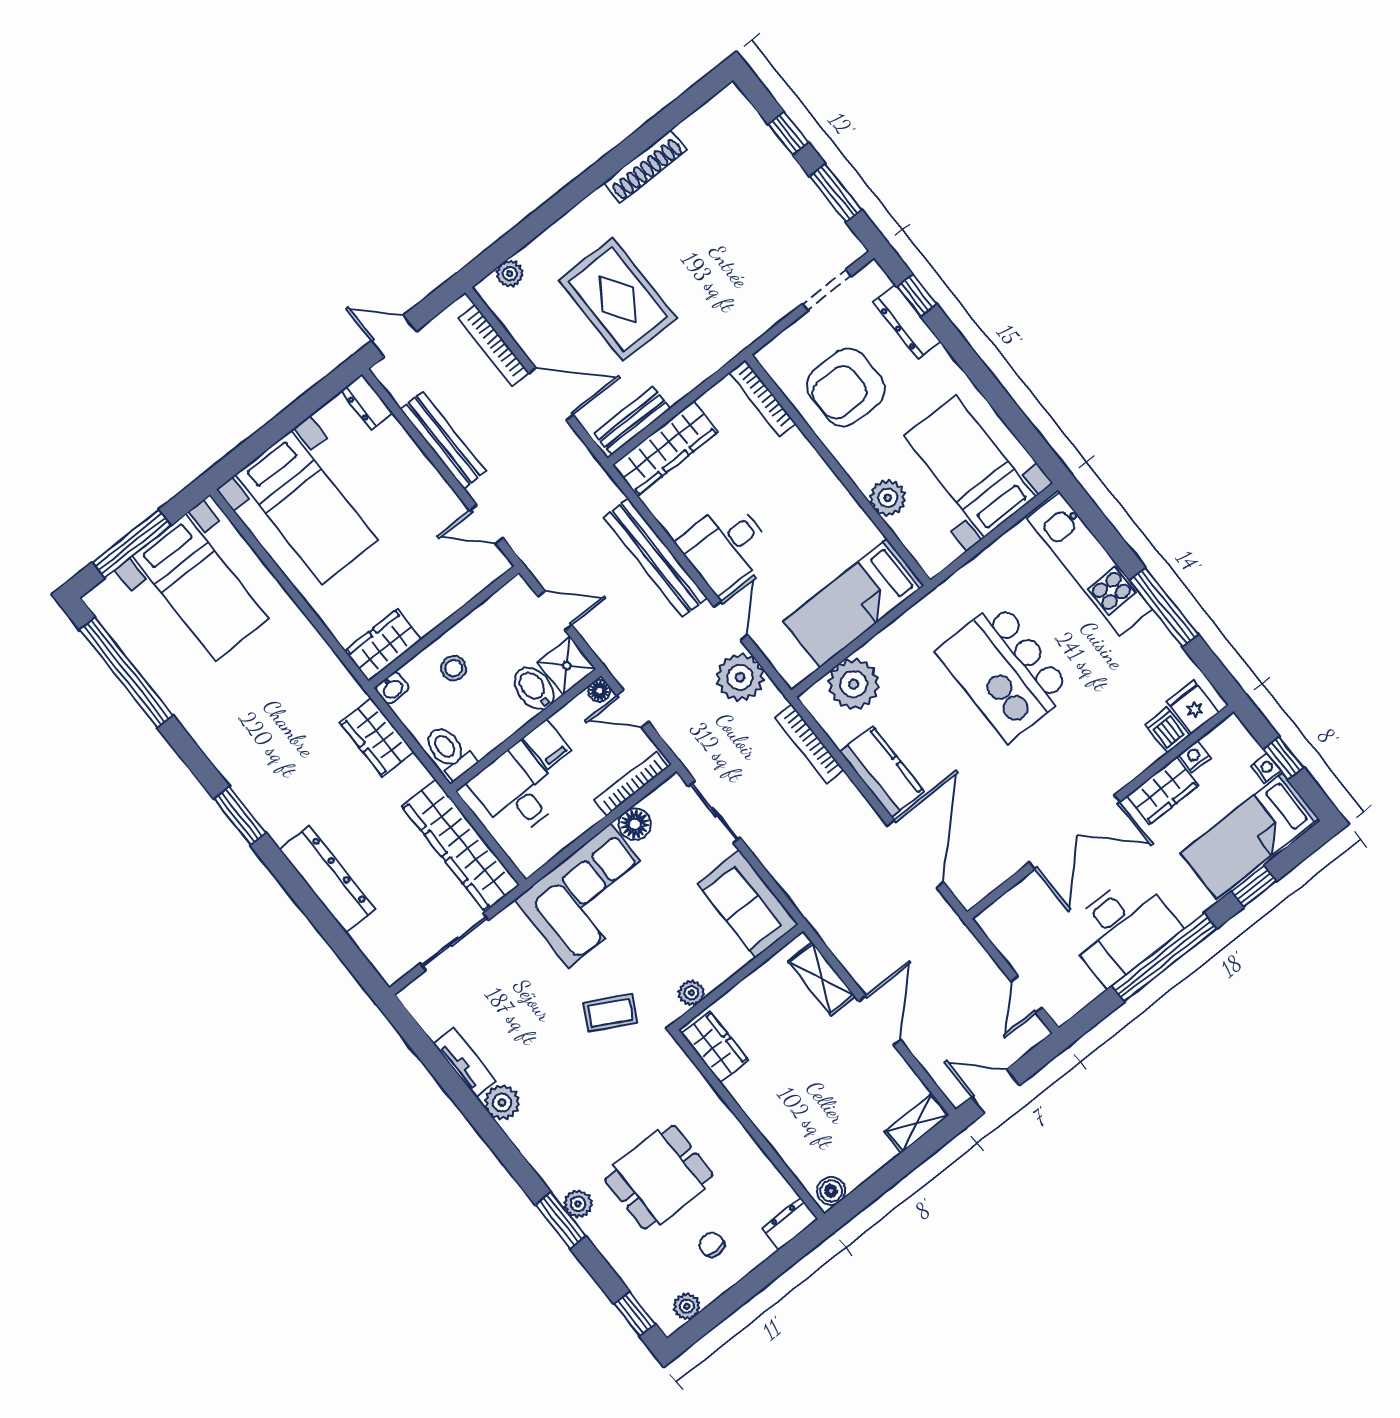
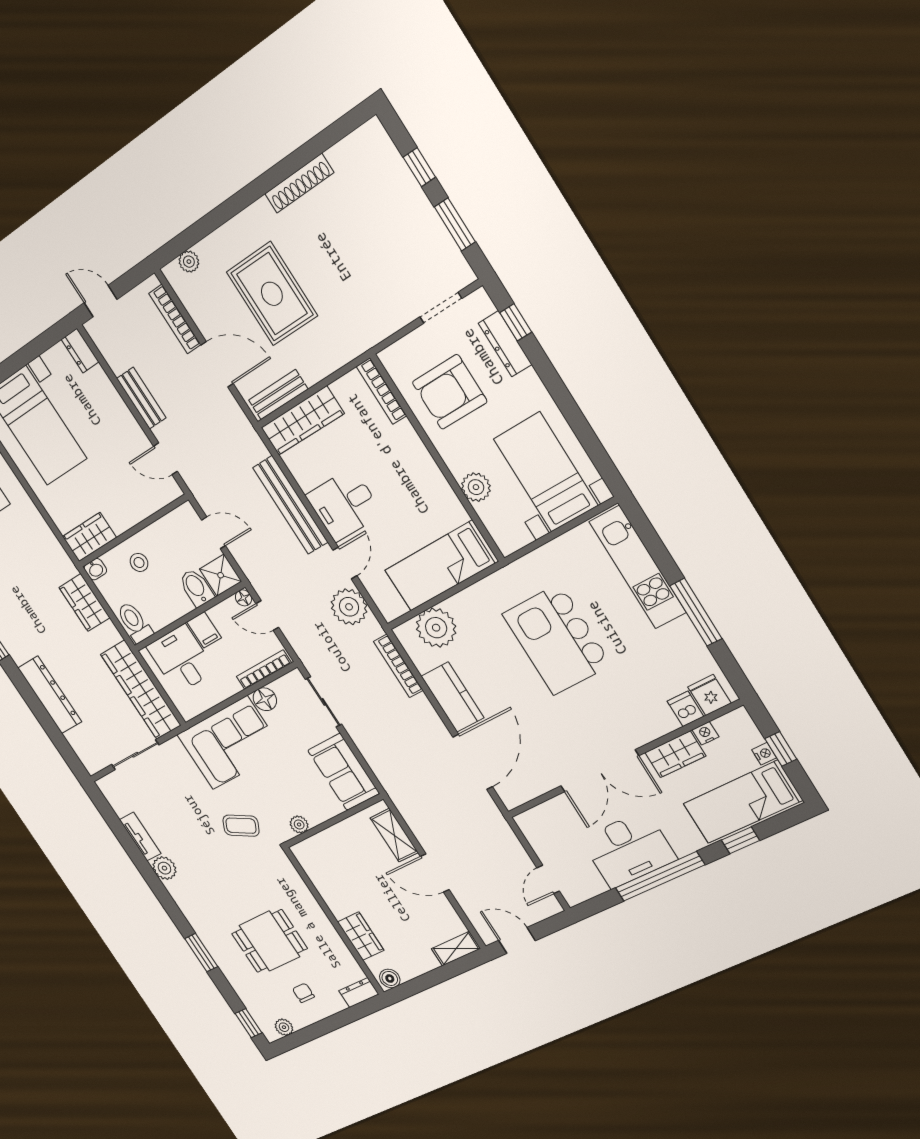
bench: (443, 440) -> (141, 398), width x0.73
door: (880, 1020) -> (435, 873), swing flipped
wardrobe: (715, 1047) -> (361, 936), moved
plant: (578, 1204) -> (213, 945), removed

